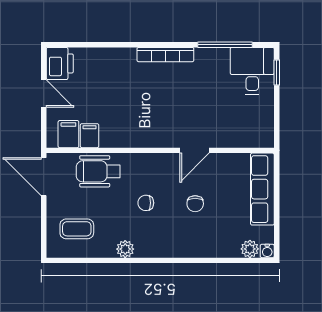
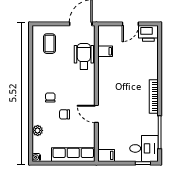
filing cabinet: (68, 134) -> (106, 155), moved
chair: (146, 203) -> (50, 97), moved
plant: (125, 249) -> (37, 73), removed
plant: (250, 249) -> (38, 130), moved

